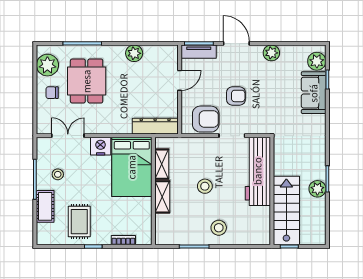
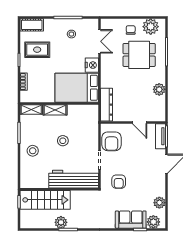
plant: (271, 53) -> (159, 203), moved
armchair: (236, 96) -> (119, 182), moved
shelving: (162, 164) -> (31, 110), moved
cot: (45, 206) -> (32, 25), moved

